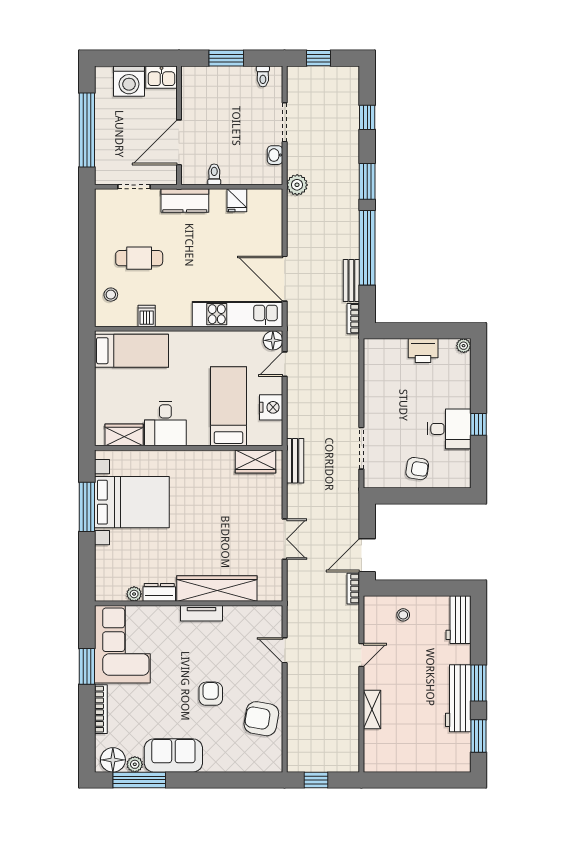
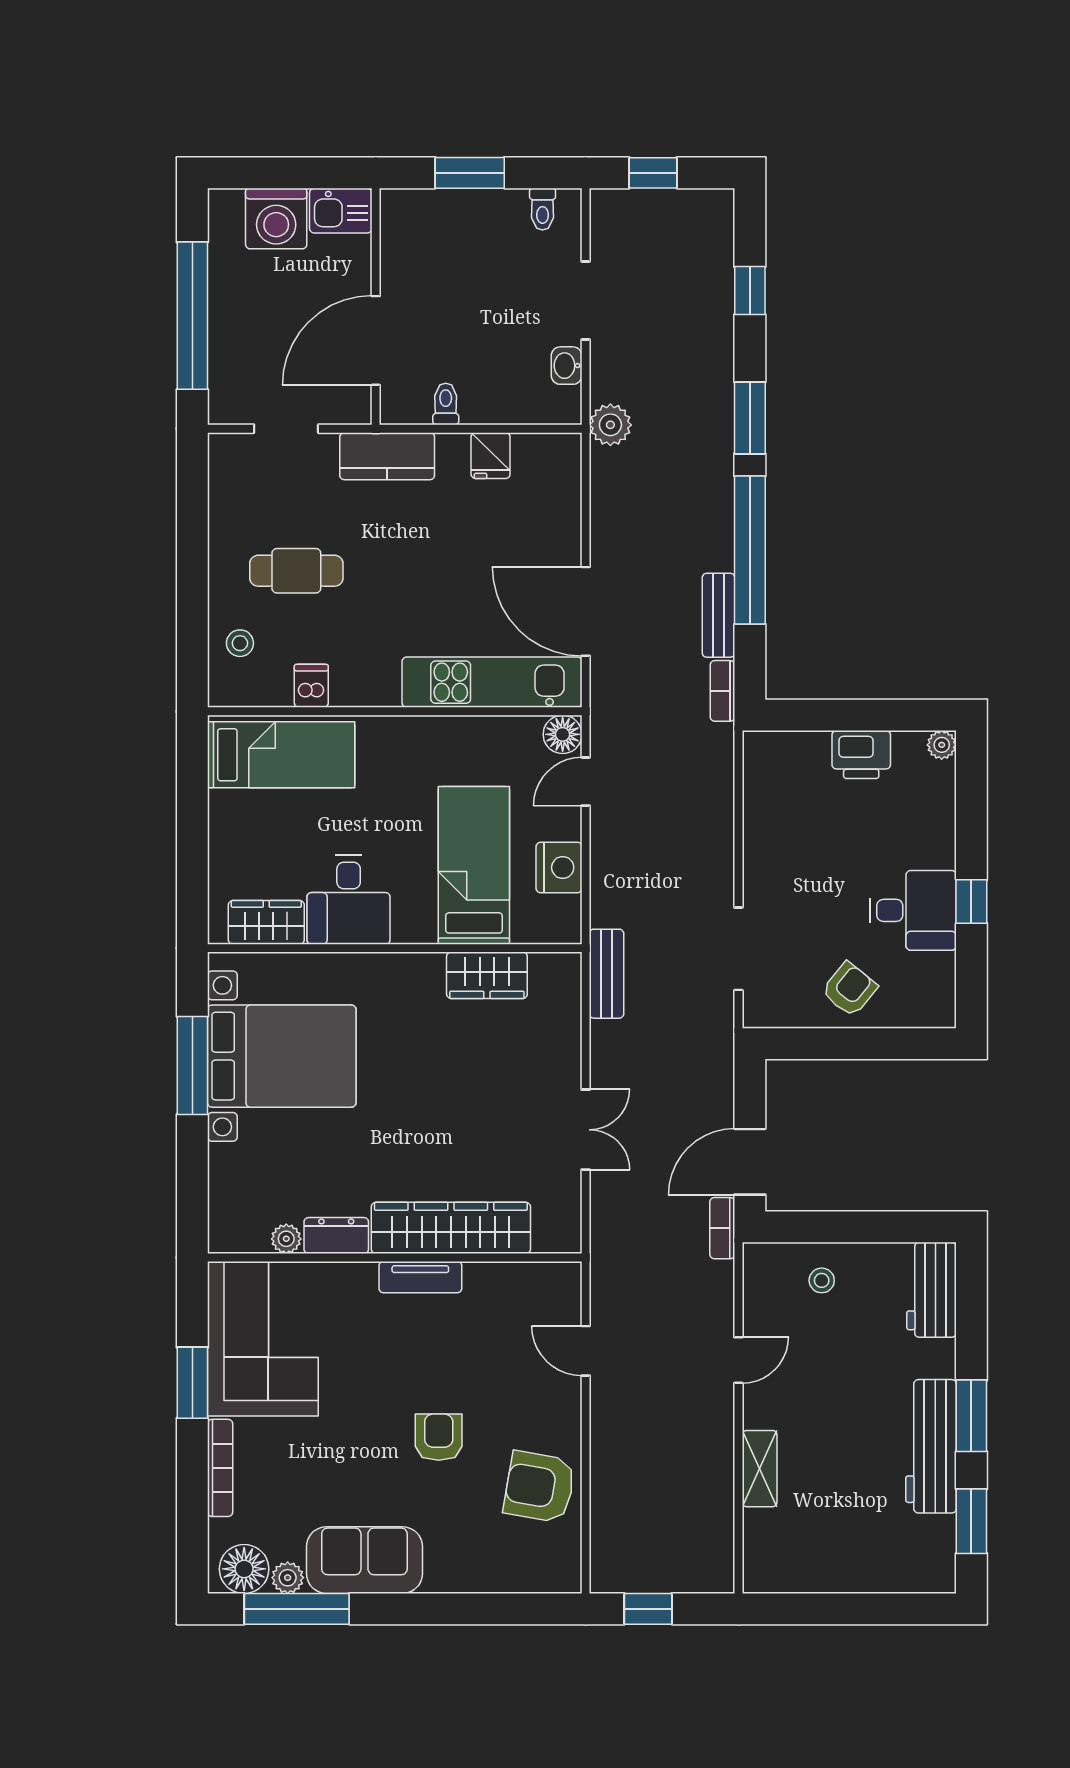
wardrobe: (255, 461) -> (487, 975), moved
armchair: (417, 469) -> (849, 989), turned -60

